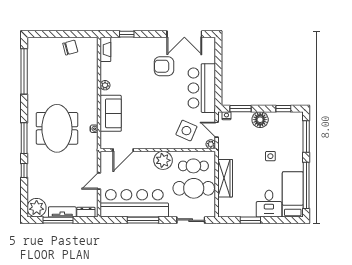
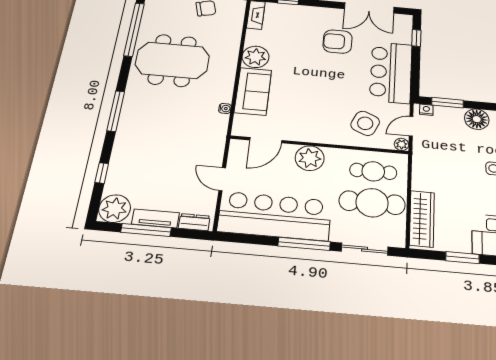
window: (218, 57) -> (416, 38), added
plant: (105, 85) -> (256, 57), width x1.87, depth x1.87
meeting table: (57, 128) -> (172, 60), moved, turned 90
door: (217, 130) -> (411, 126), hinge flipped
plant: (163, 160) -> (310, 158), moved
window: (24, 171) -> (102, 173), moved
wardrobe: (225, 178) -> (422, 219), moved
door: (99, 181) -> (222, 179), hinge flipped
window: (143, 220) -> (304, 244), moved

